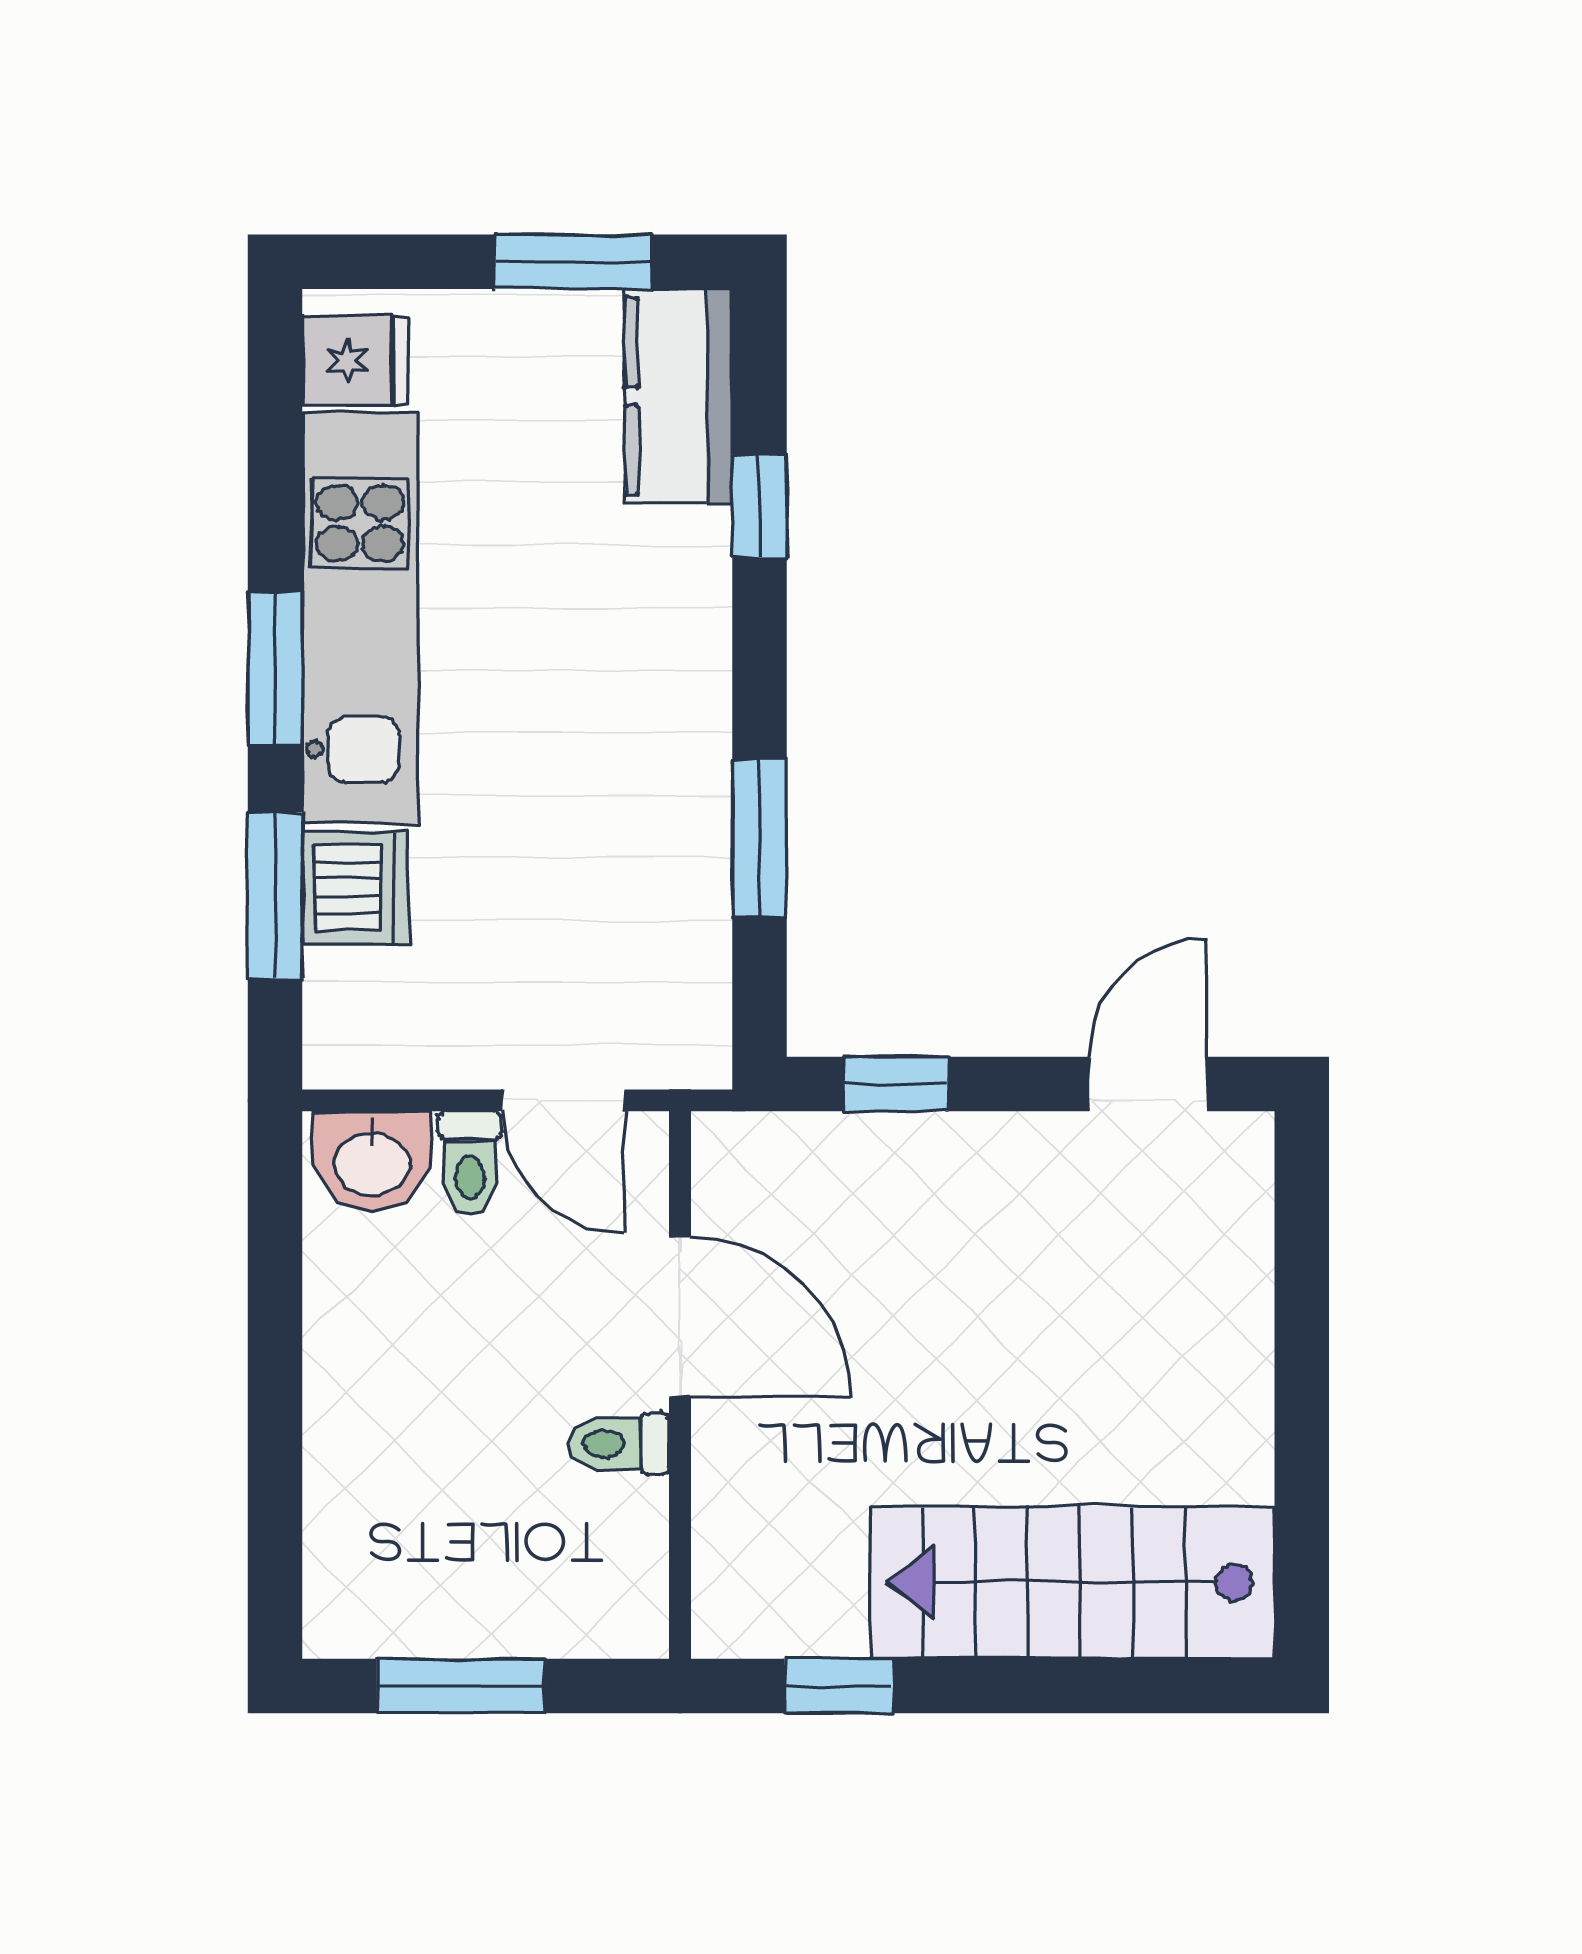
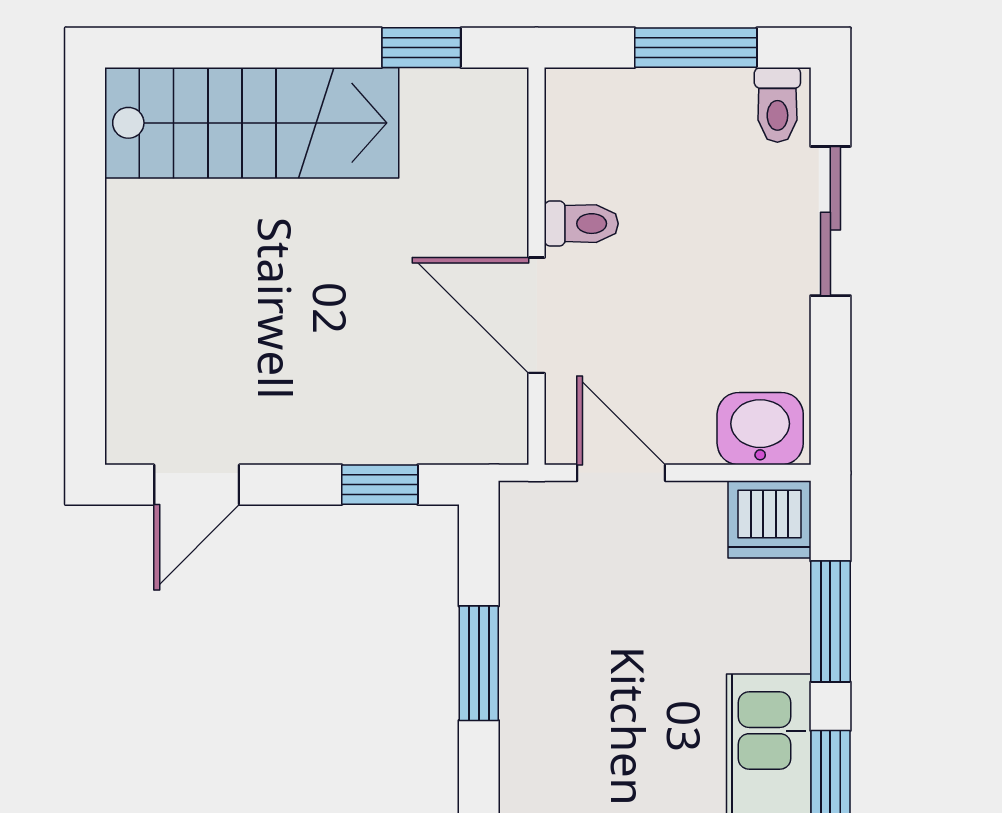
dishwasher: (355, 888) -> (769, 519), moved, turned -90
toilet: (470, 1163) -> (777, 105), moved, turned 180
sliding door: (275, 1447) -> (830, 221), added

